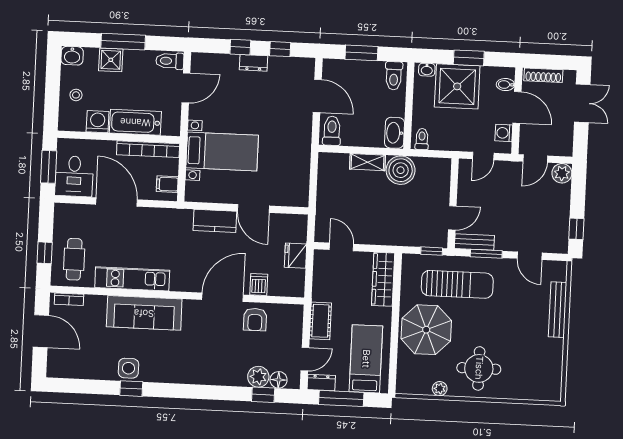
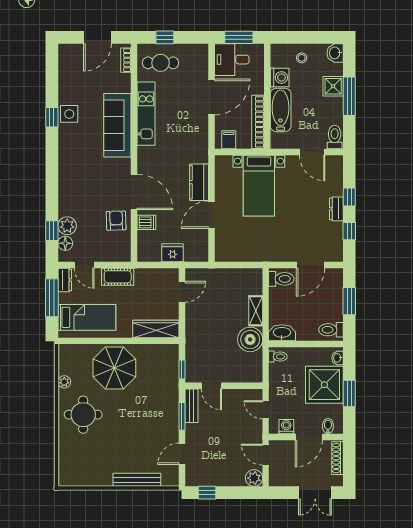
sun lounger: (457, 284) -> (154, 393), removed
armchair: (255, 319) -> (116, 221), turned 88

